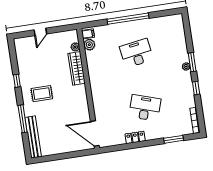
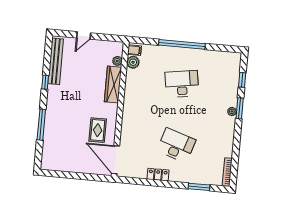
window: (196, 88) -> (242, 80), moved
rug: (42, 94) -> (98, 130), moved, turned 90
bench: (33, 137) -> (56, 61), moved

